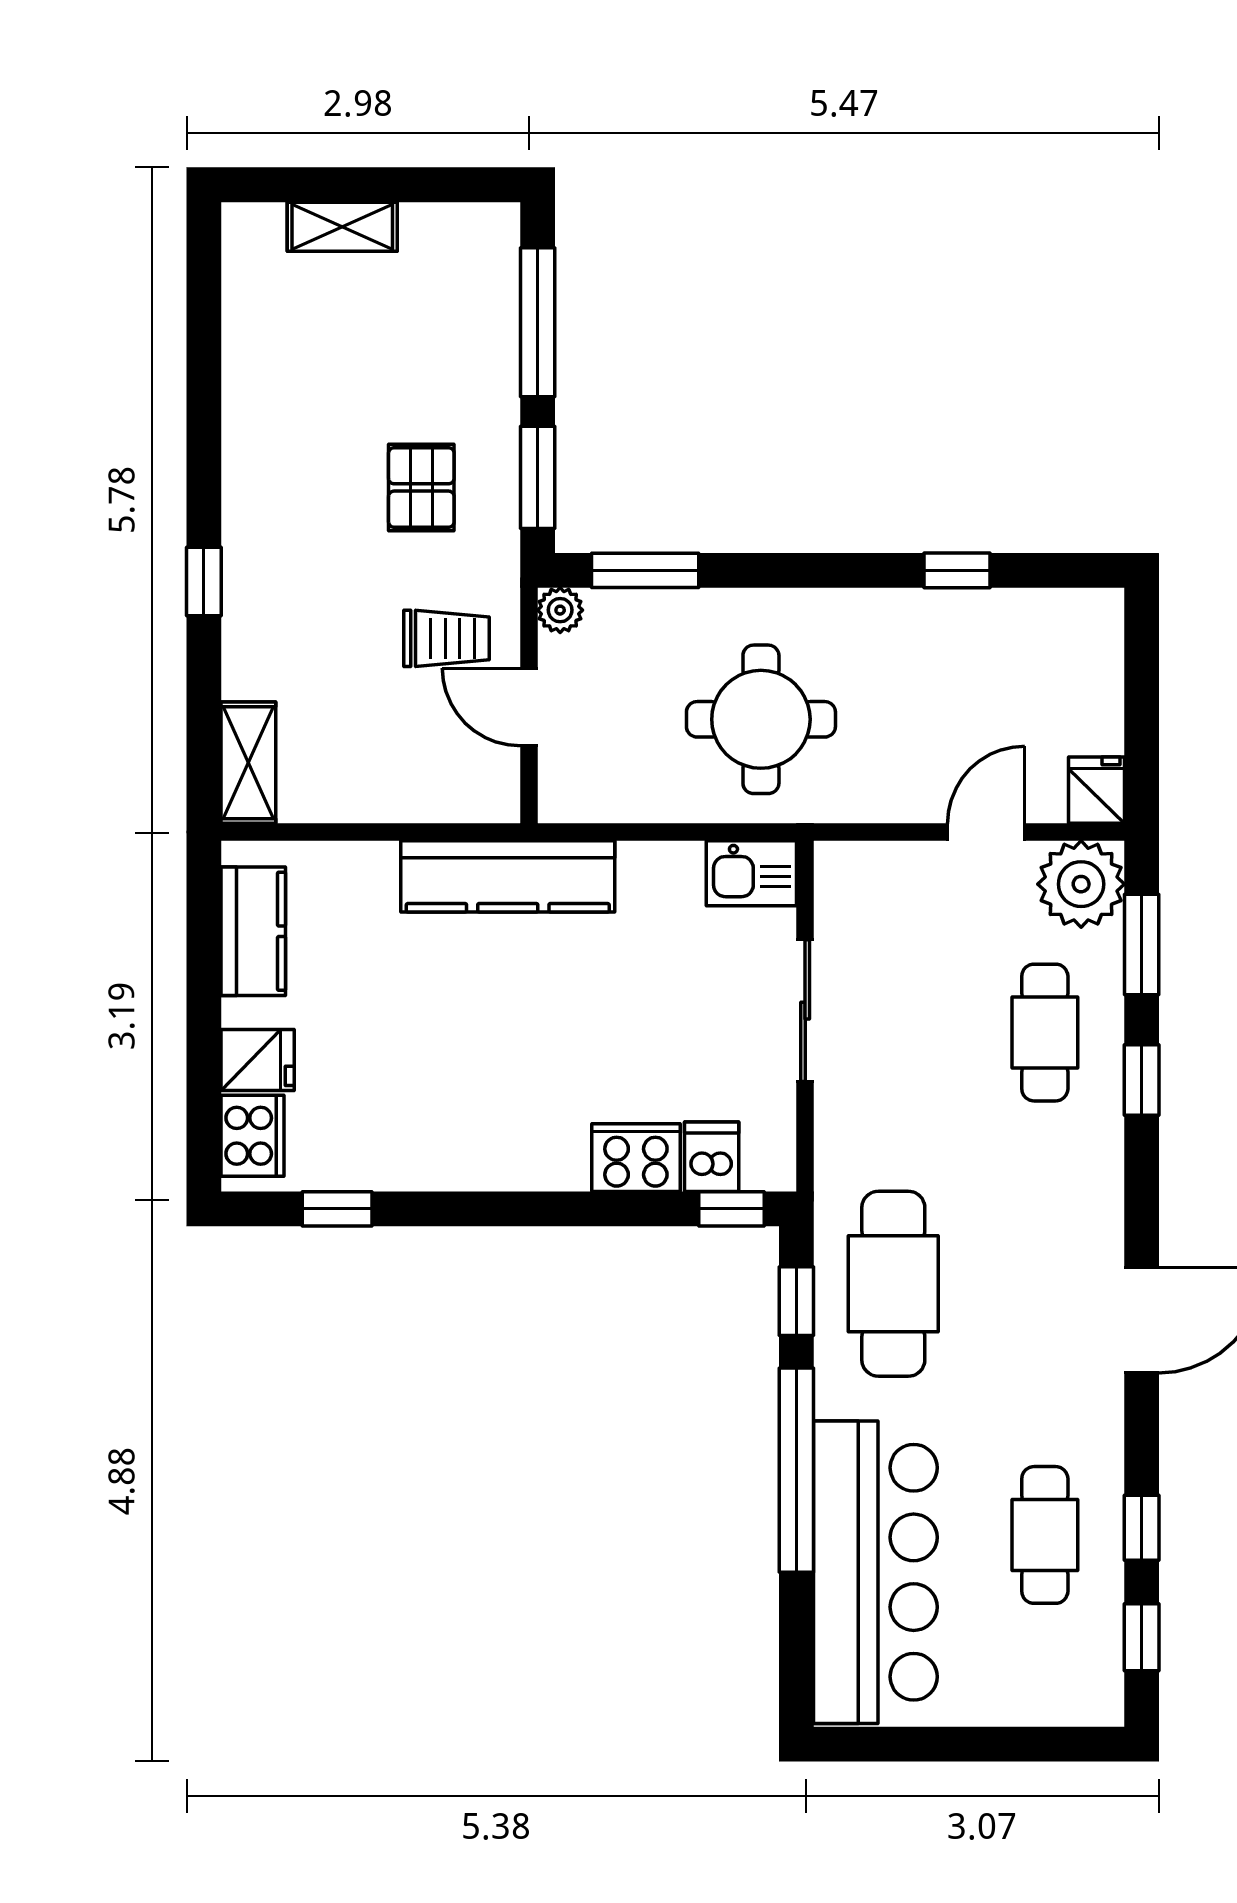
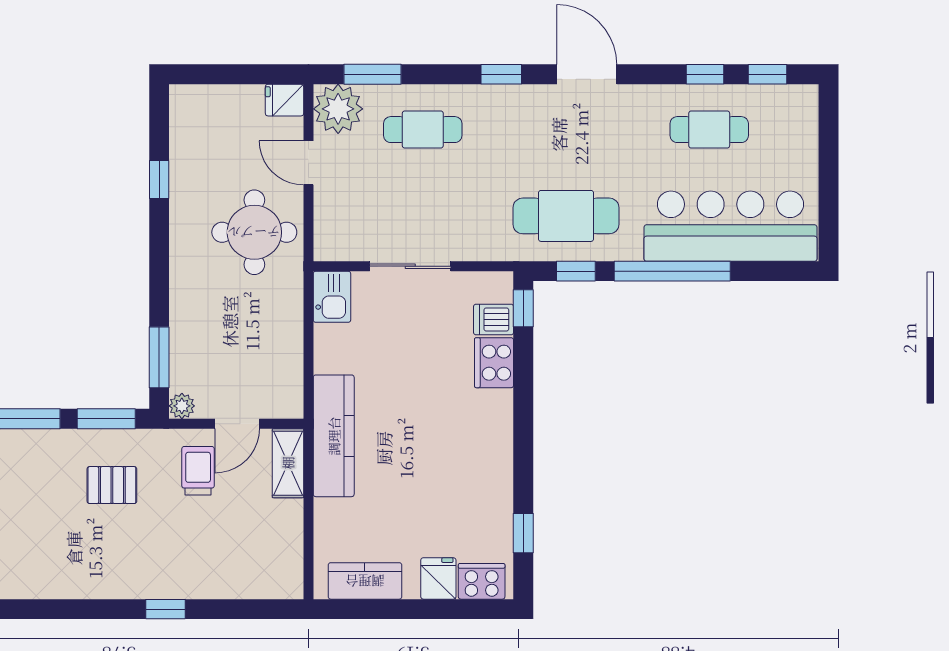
round table: (761, 719) -> (254, 232), moved
shelving: (248, 763) -> (288, 463), moved, turned 90
window: (1142, 1080) -> (501, 74), moved

